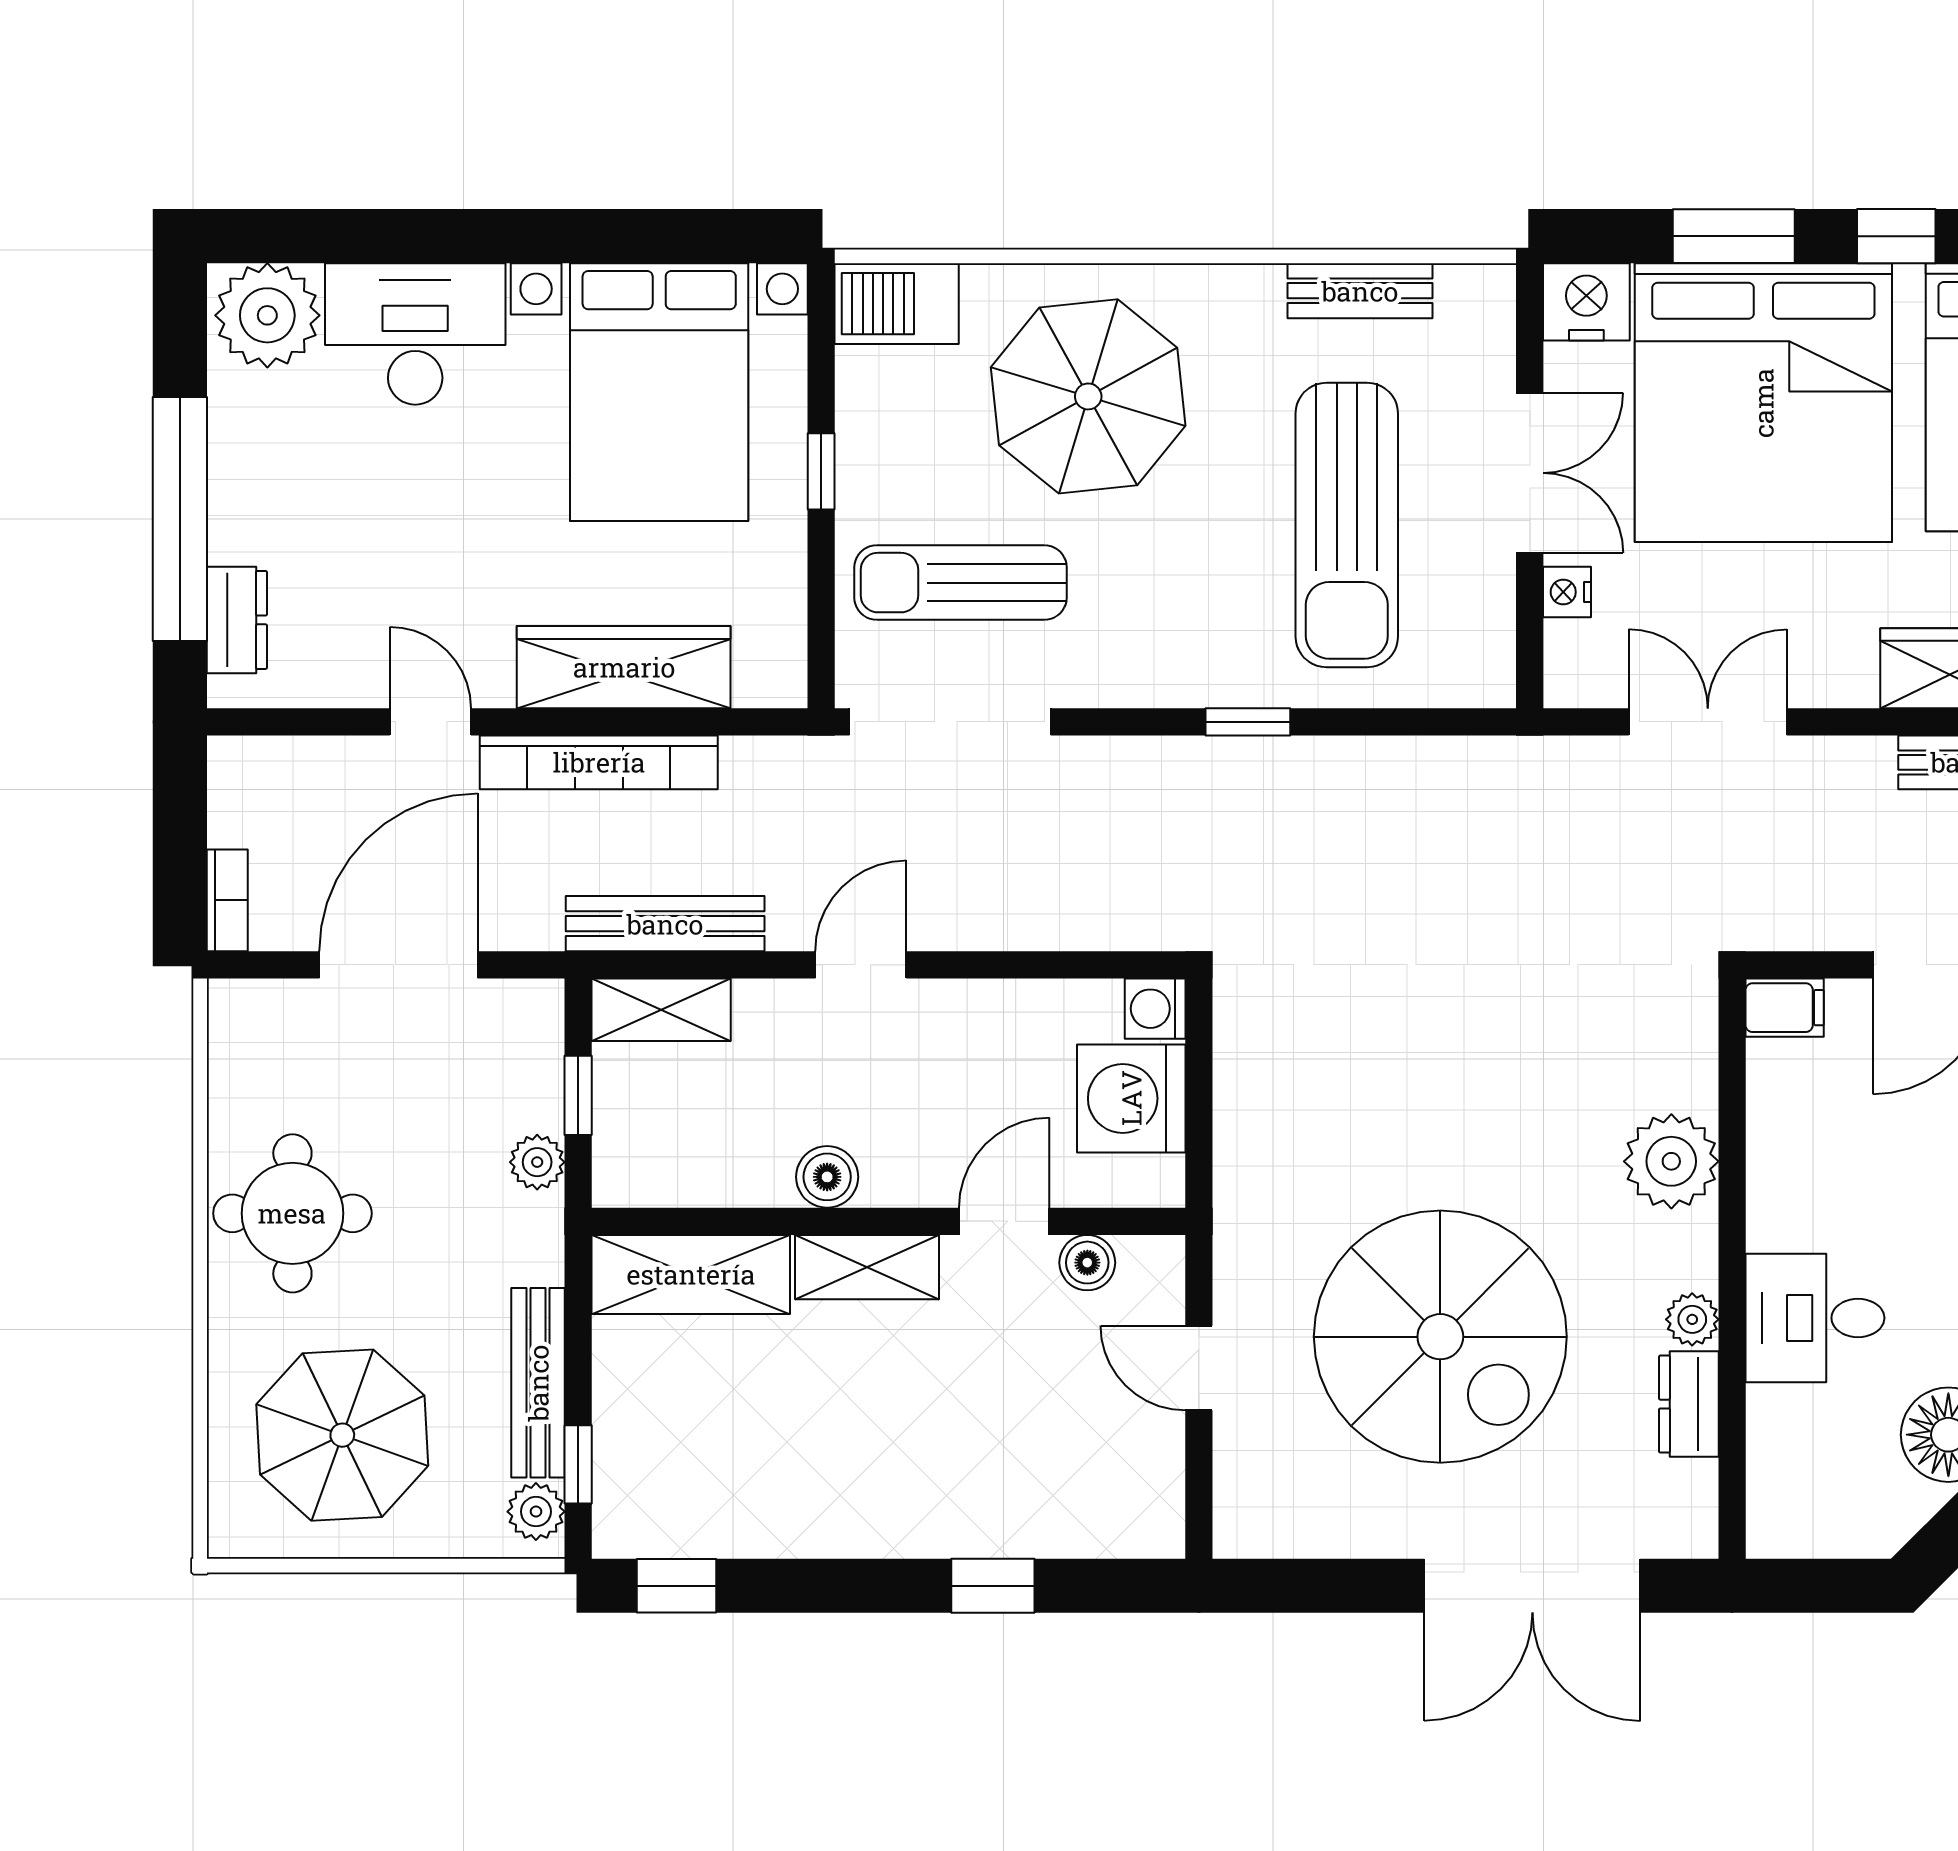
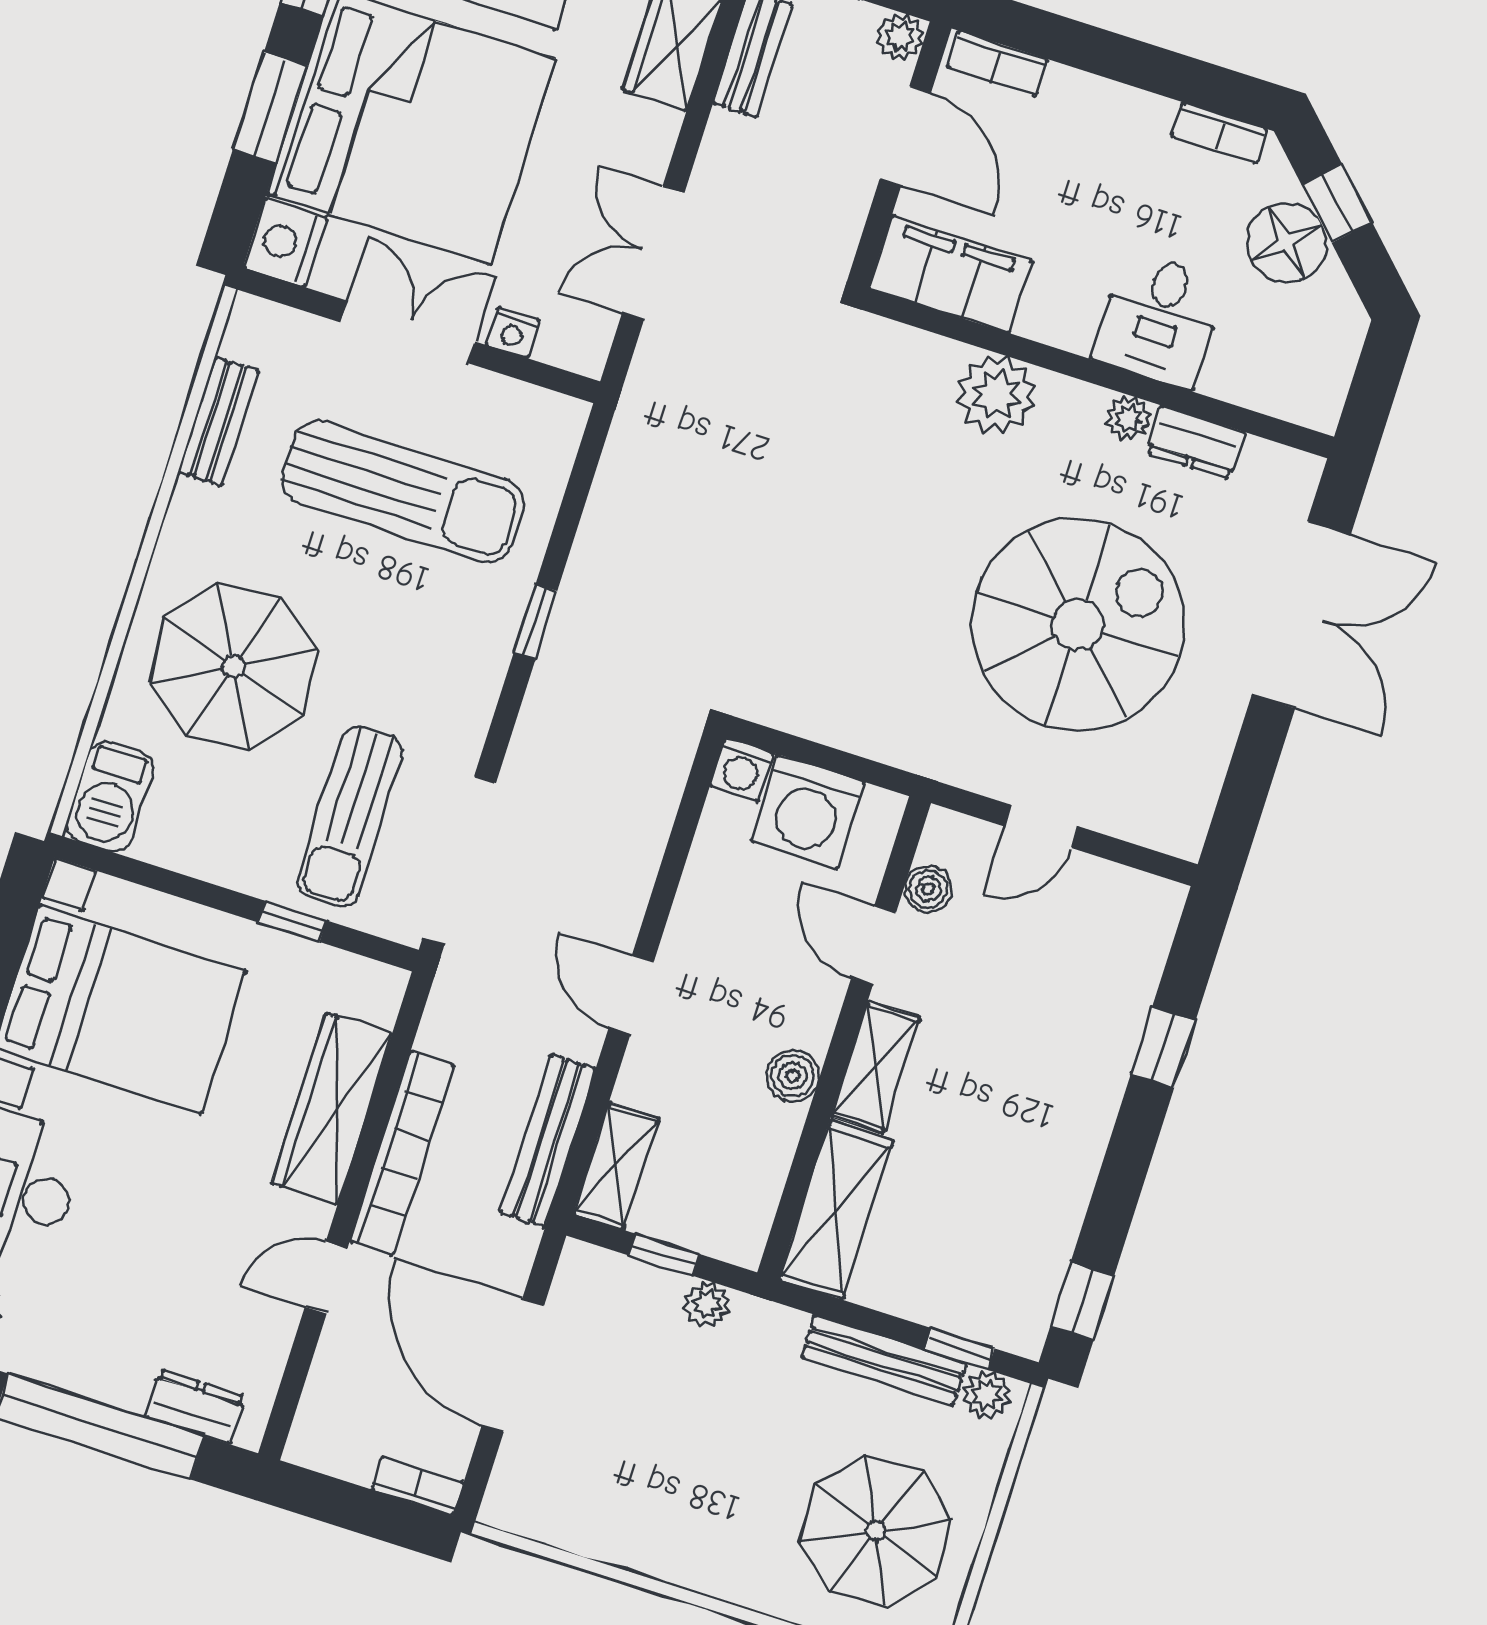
window: (821, 471) -> (292, 921), moved
filing cabinet: (1785, 1008) -> (951, 274), width x3.00, depth x1.17
round table: (292, 1213) -> (685, 1514), removed

